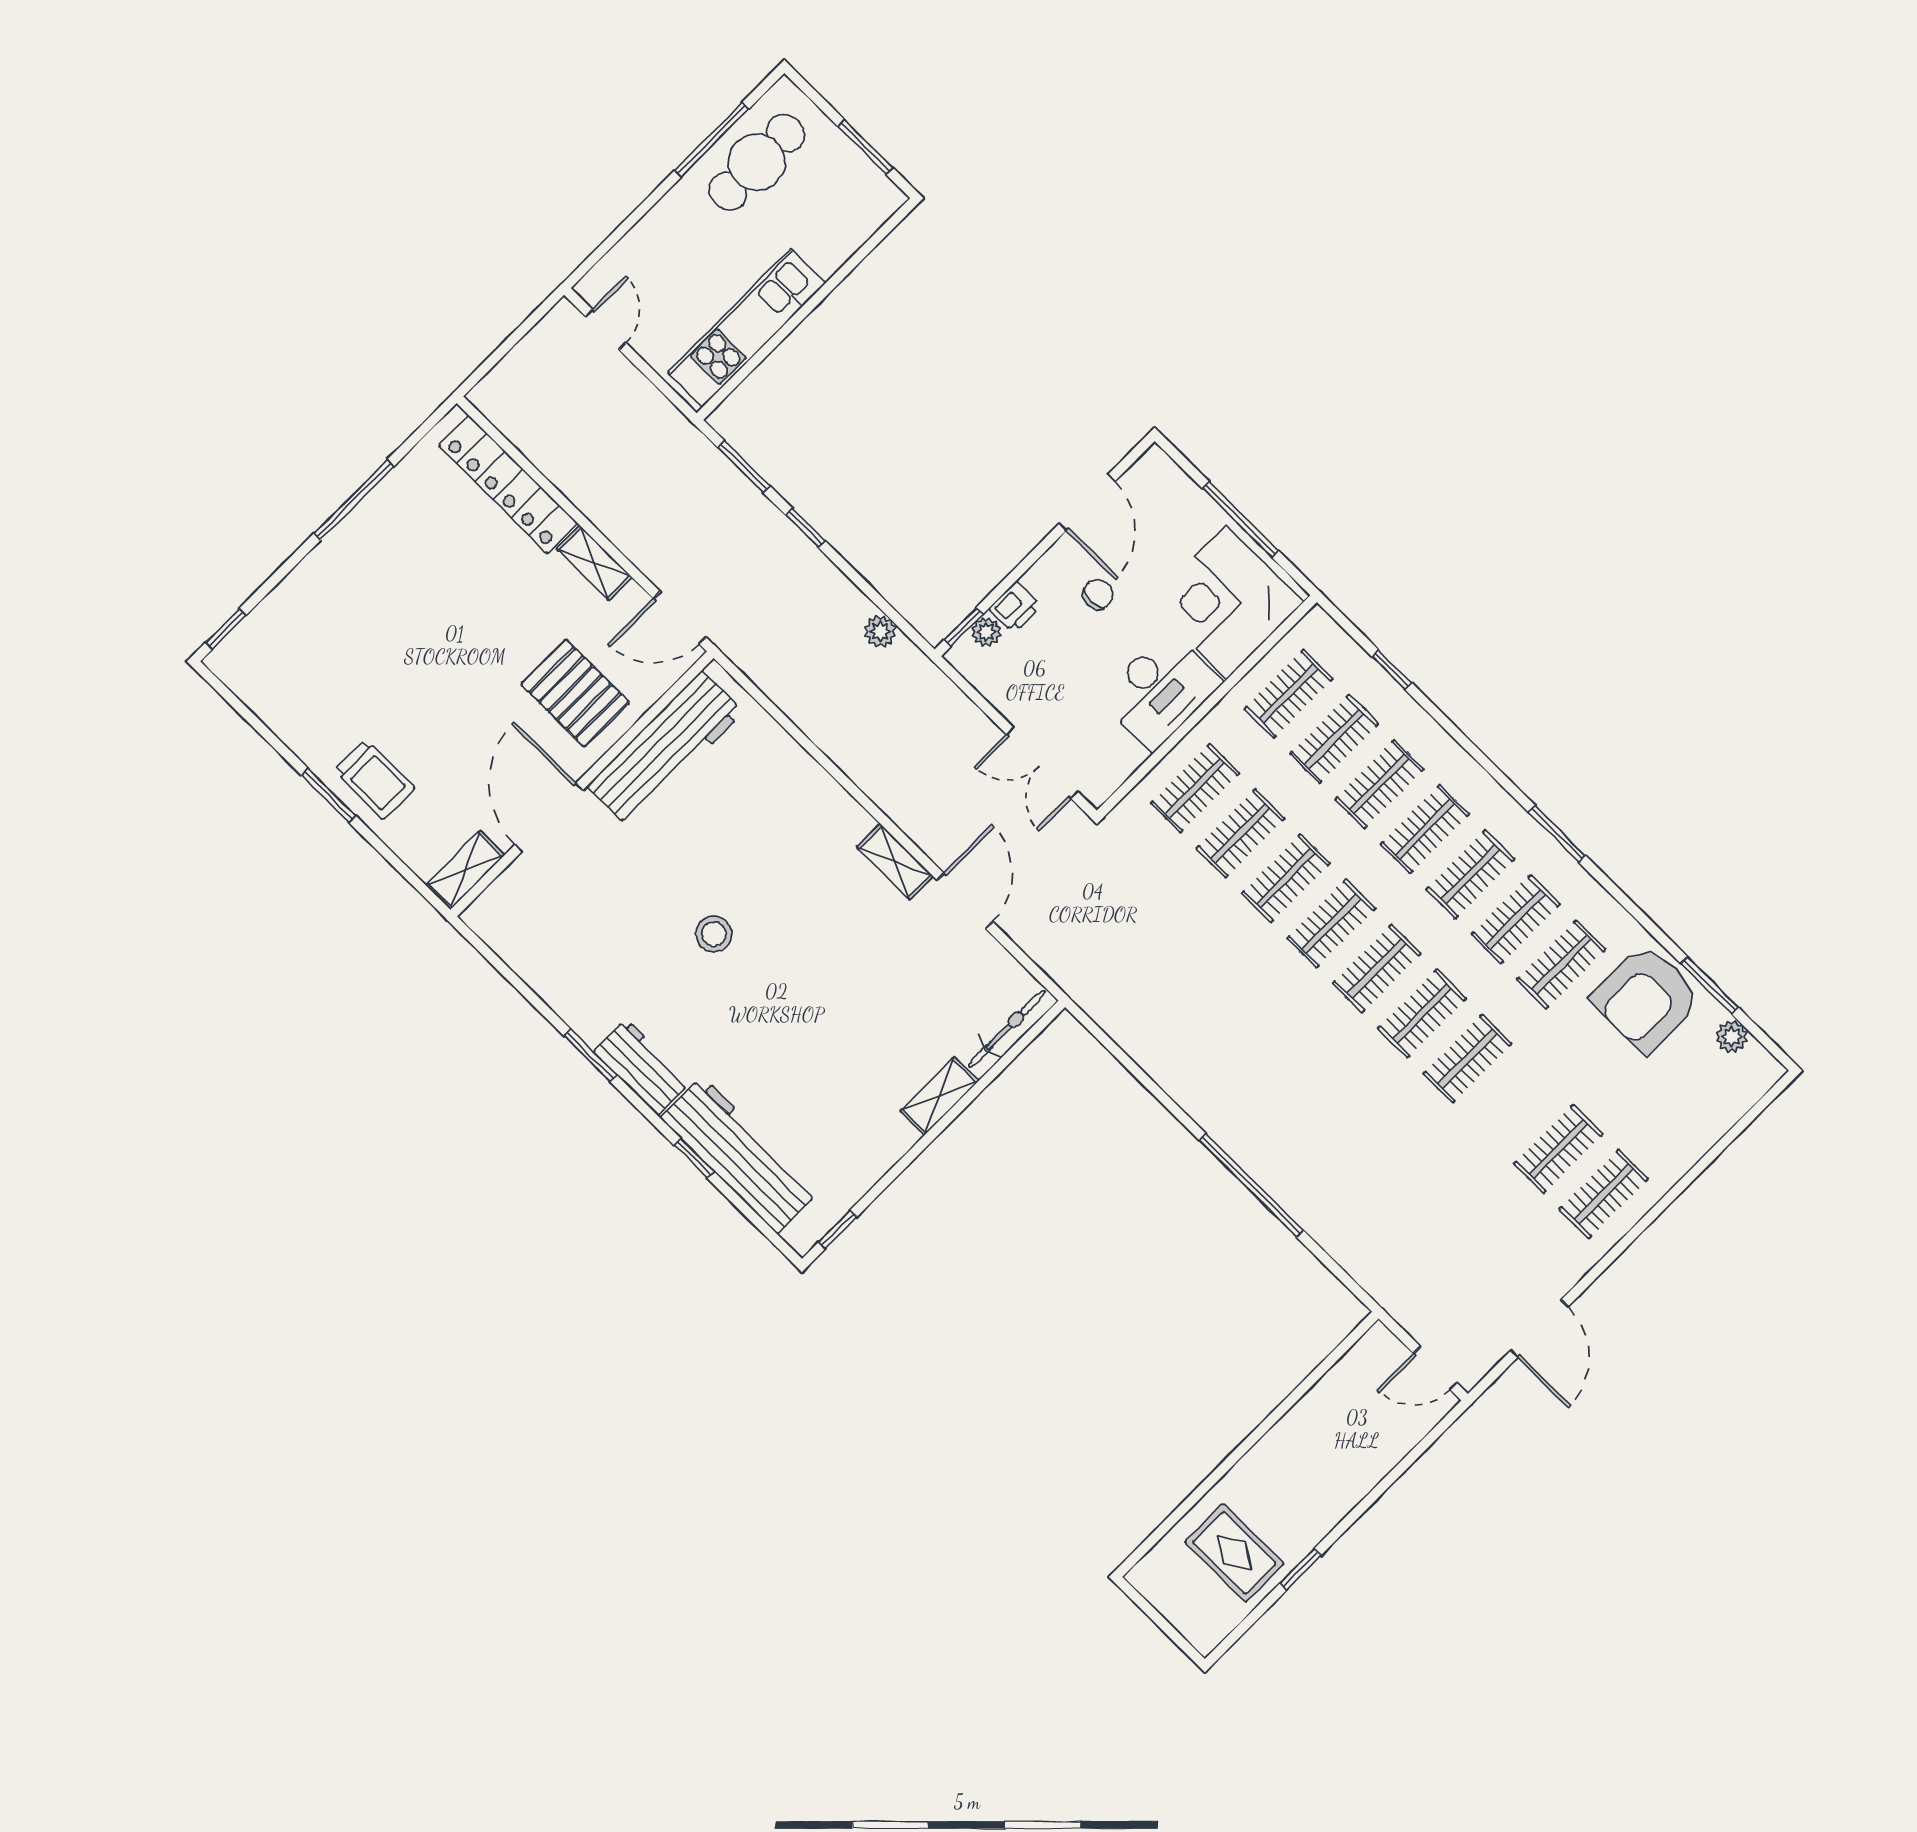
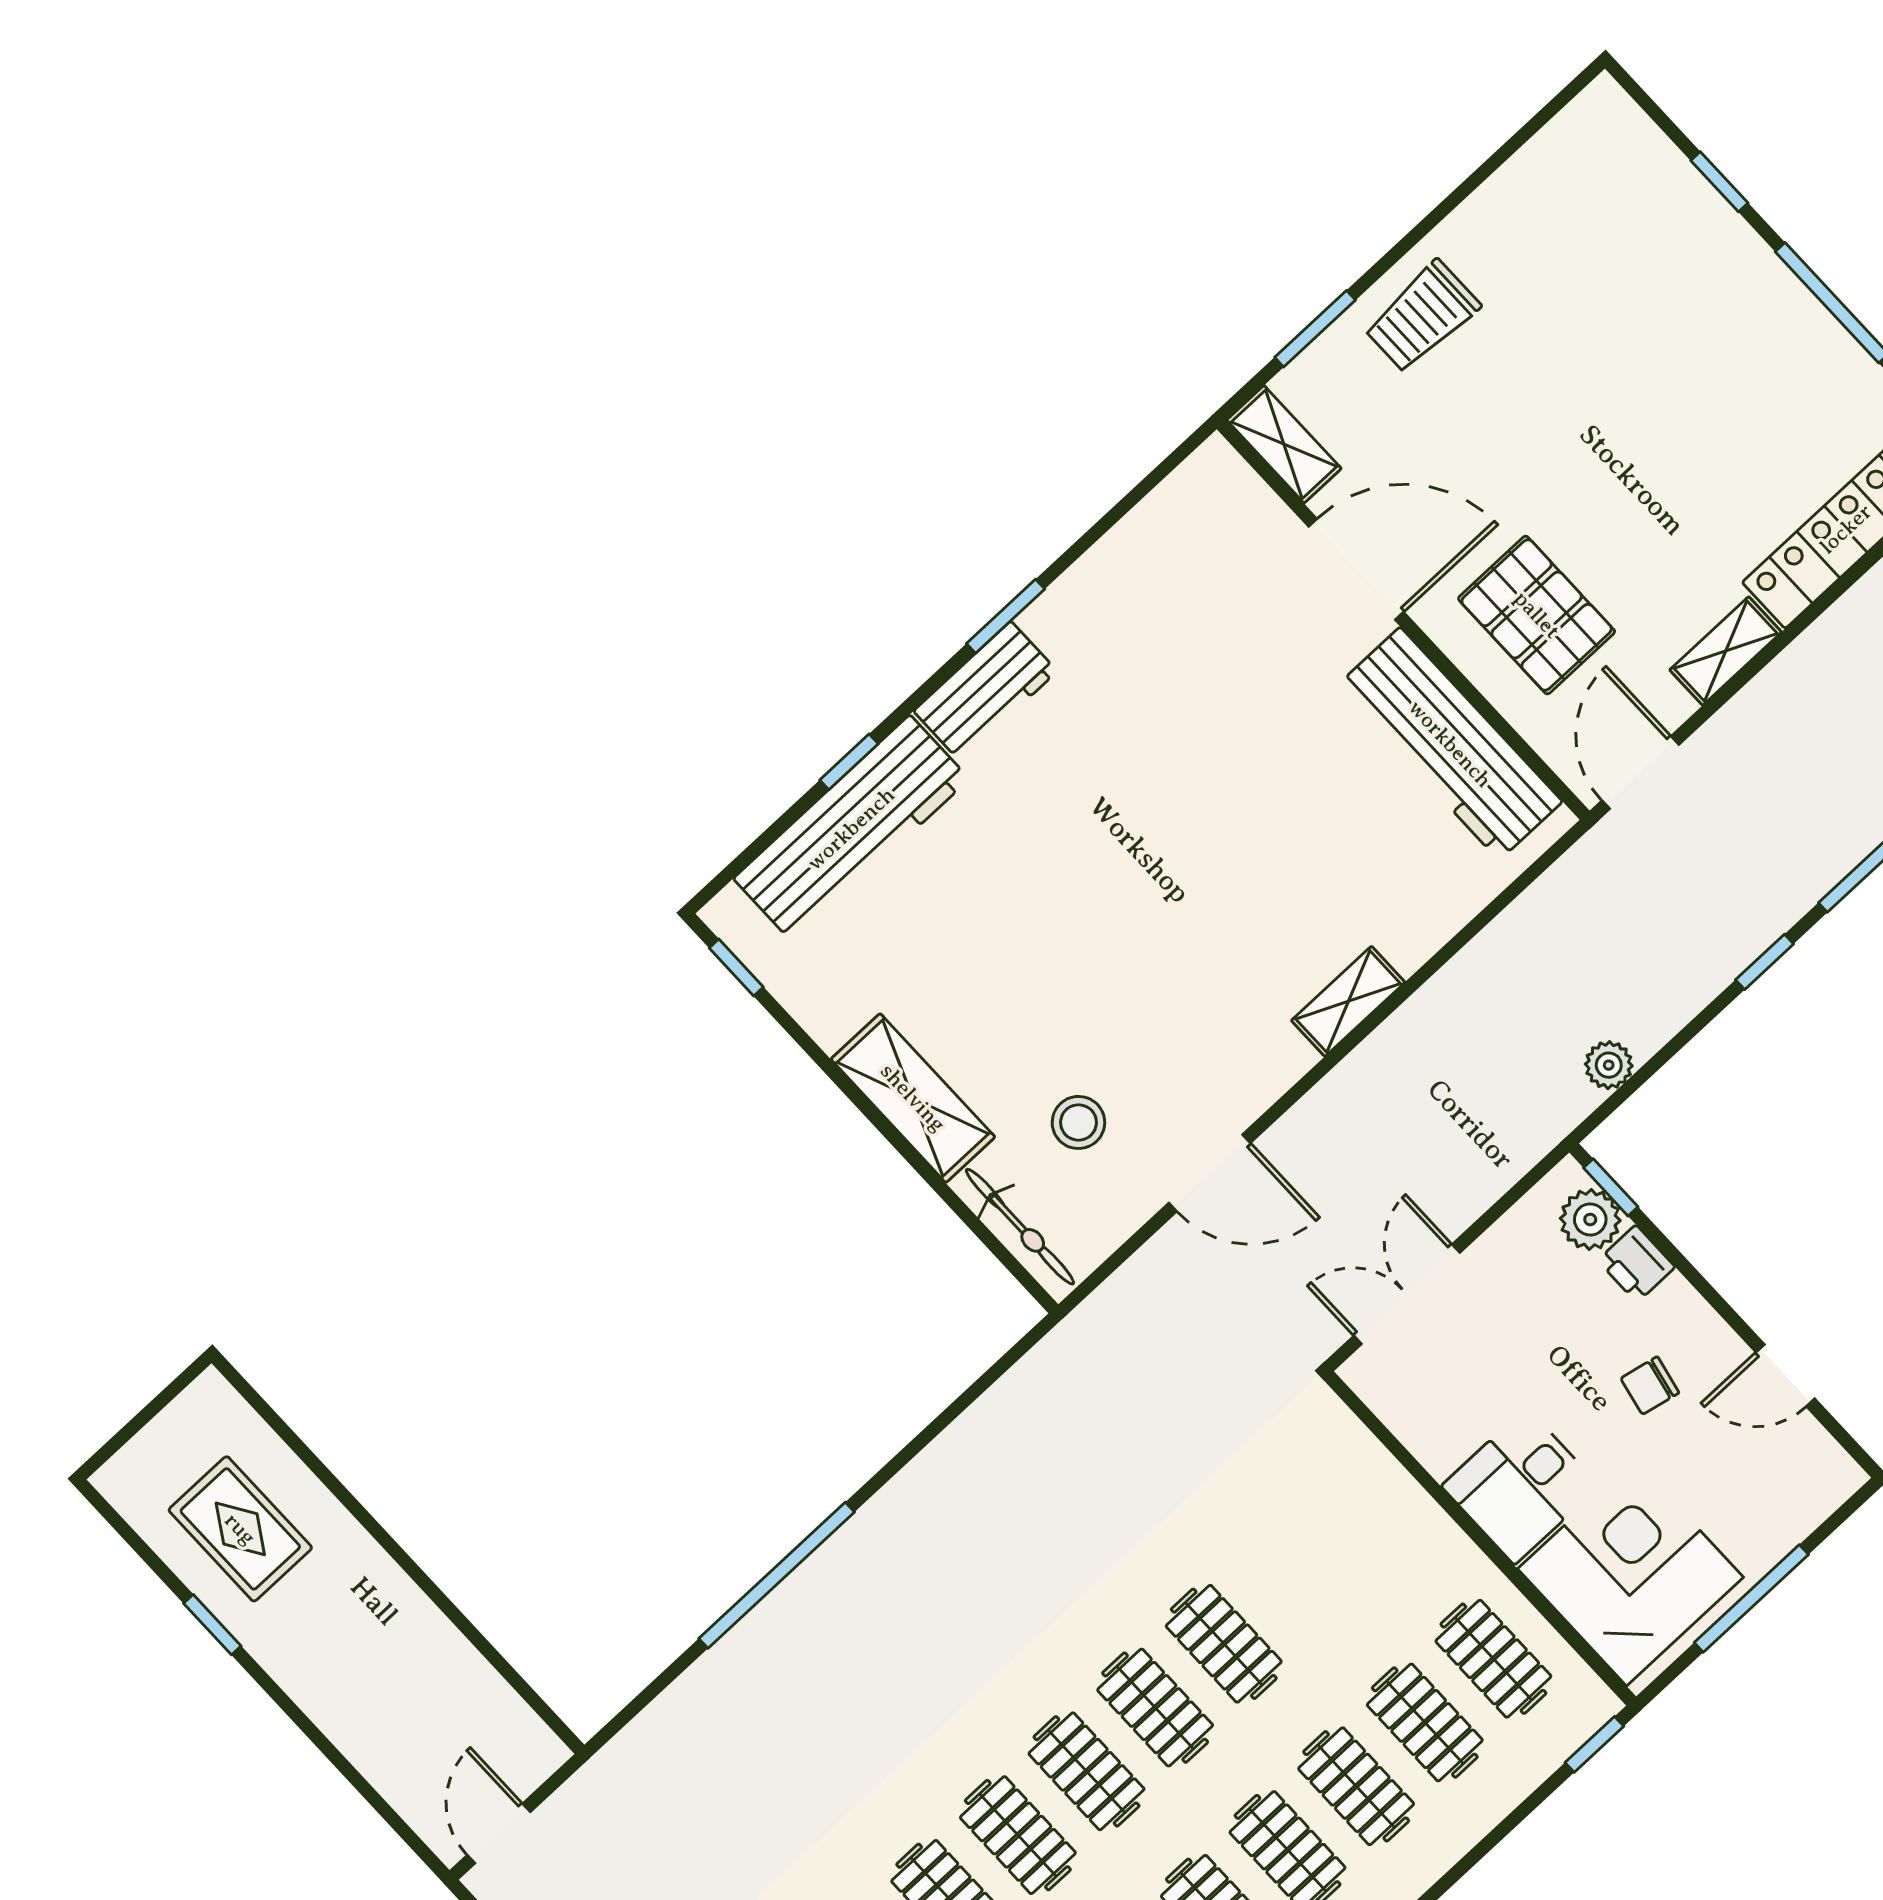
door: (1087, 502) -> (1785, 1375), width x0.73
chair: (1098, 595) -> (1650, 1386), turned 102
window: (226, 629) -> (1719, 182), moved
plant: (986, 632) -> (1590, 1219), width x1.38, depth x1.38
window: (1392, 670) -> (1594, 1744), moved
desk: (1160, 690) -> (1520, 1486), width x0.73
pallet: (575, 693) -> (1537, 615), turned 90
clothes rail: (1195, 788) -> (1361, 1516), removed
window: (329, 795) -> (1315, 329), moved
clothes rail: (1240, 833) -> (1292, 1580), removed
shelving: (895, 862) -> (1348, 1001), moved
stool: (714, 934) -> (1078, 1122), moved
shelving: (939, 1096) -> (913, 1098), width x1.50, depth x1.33
rug: (1234, 1553) -> (240, 1529), turned 90

